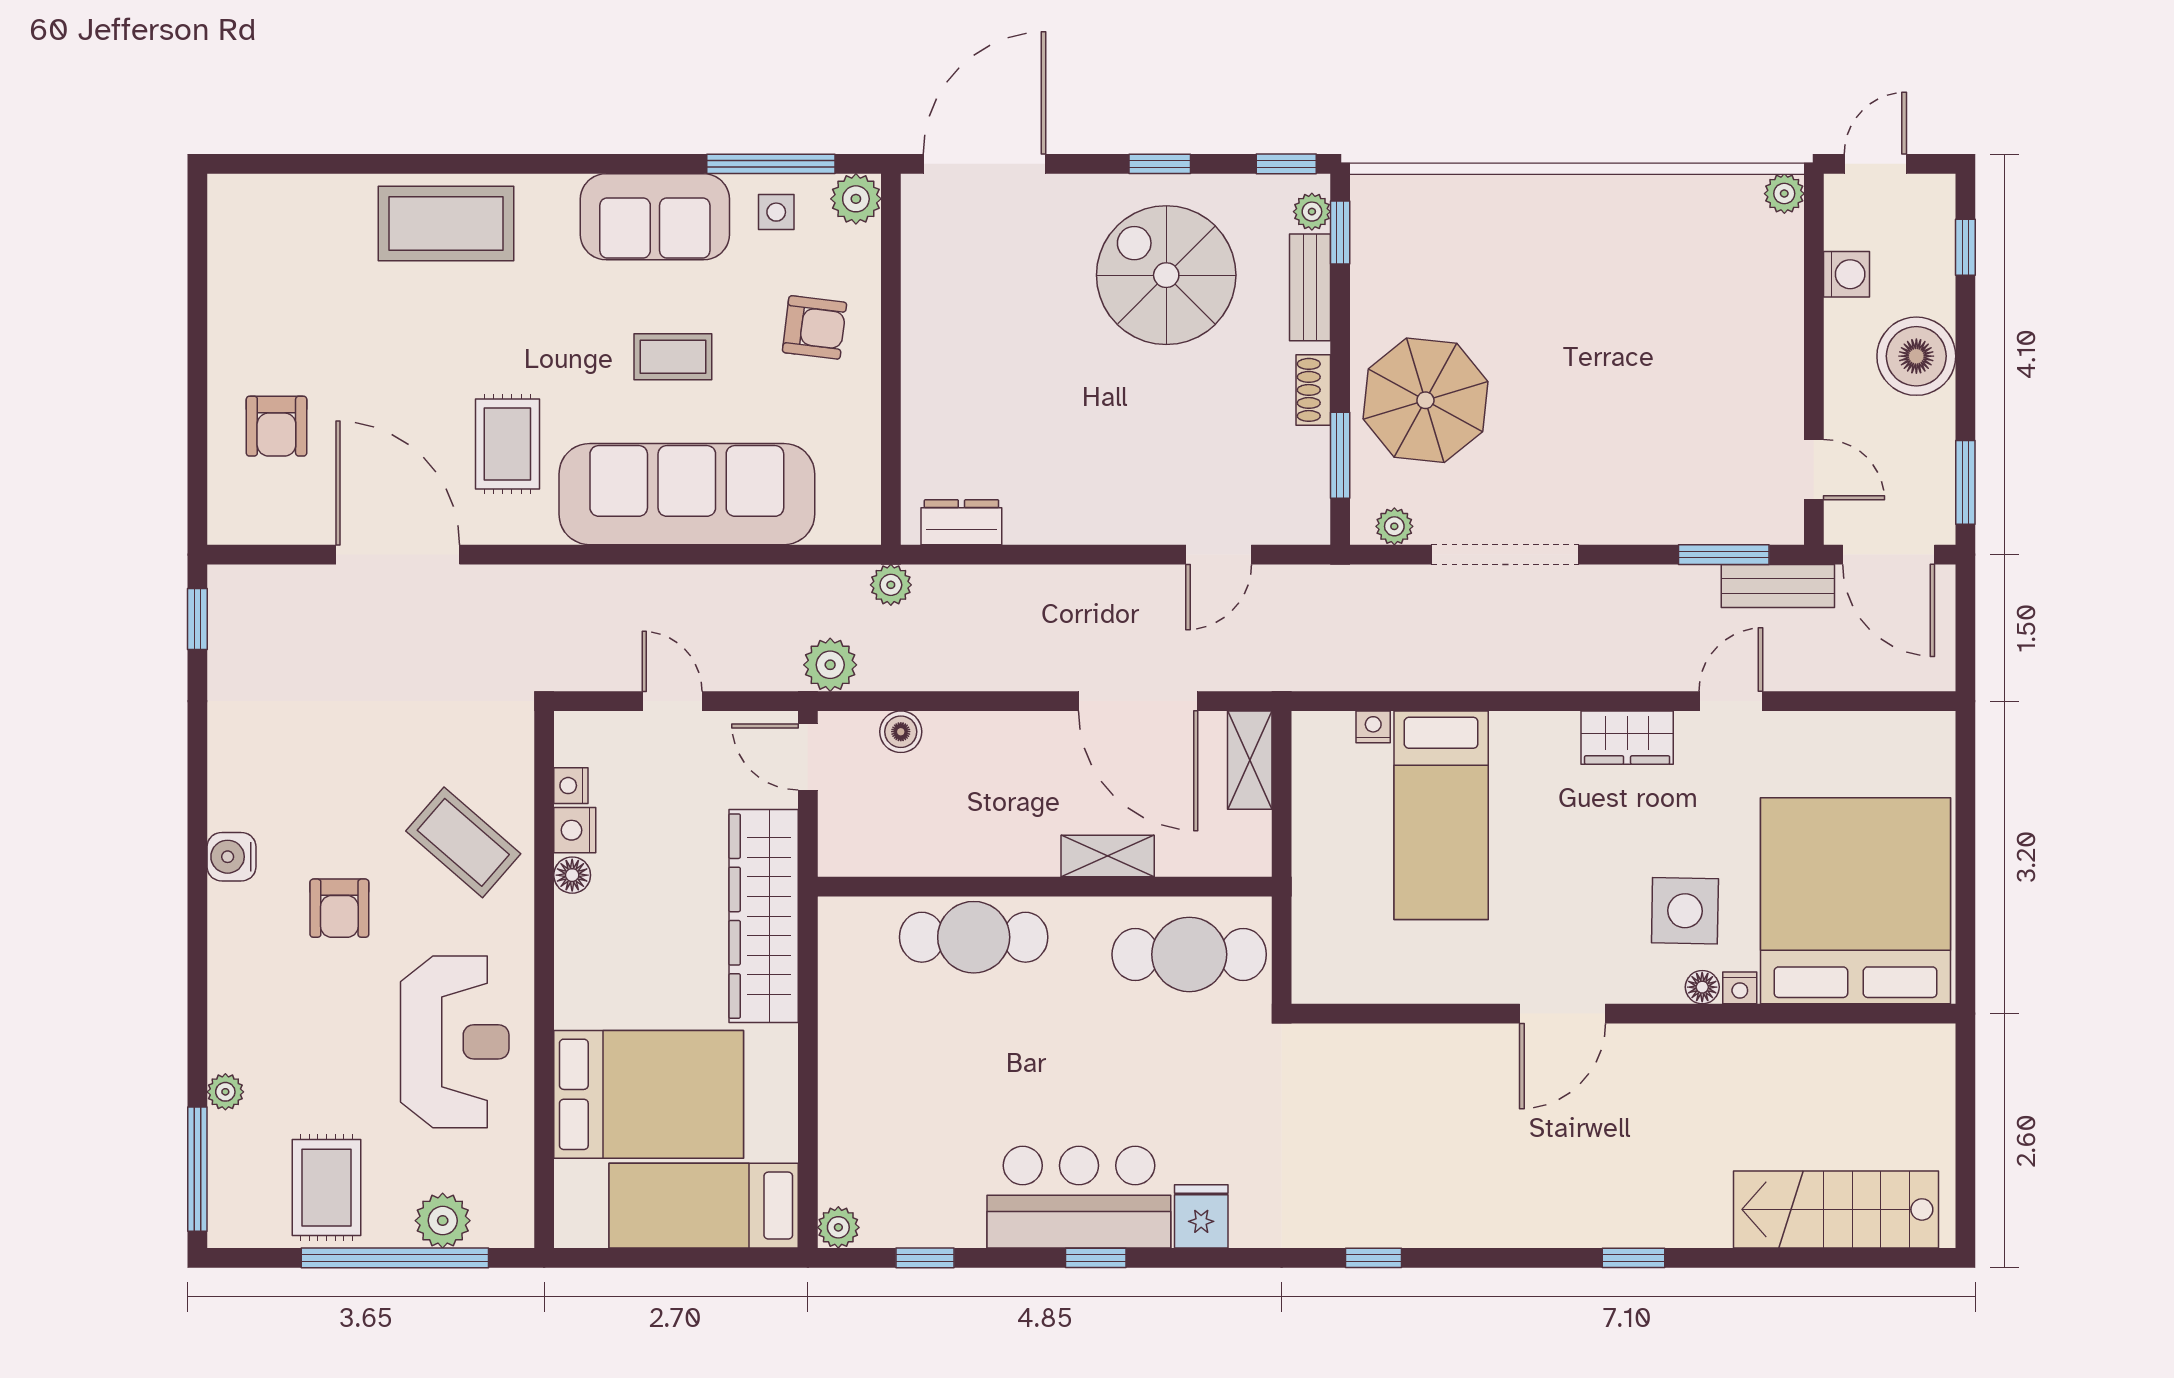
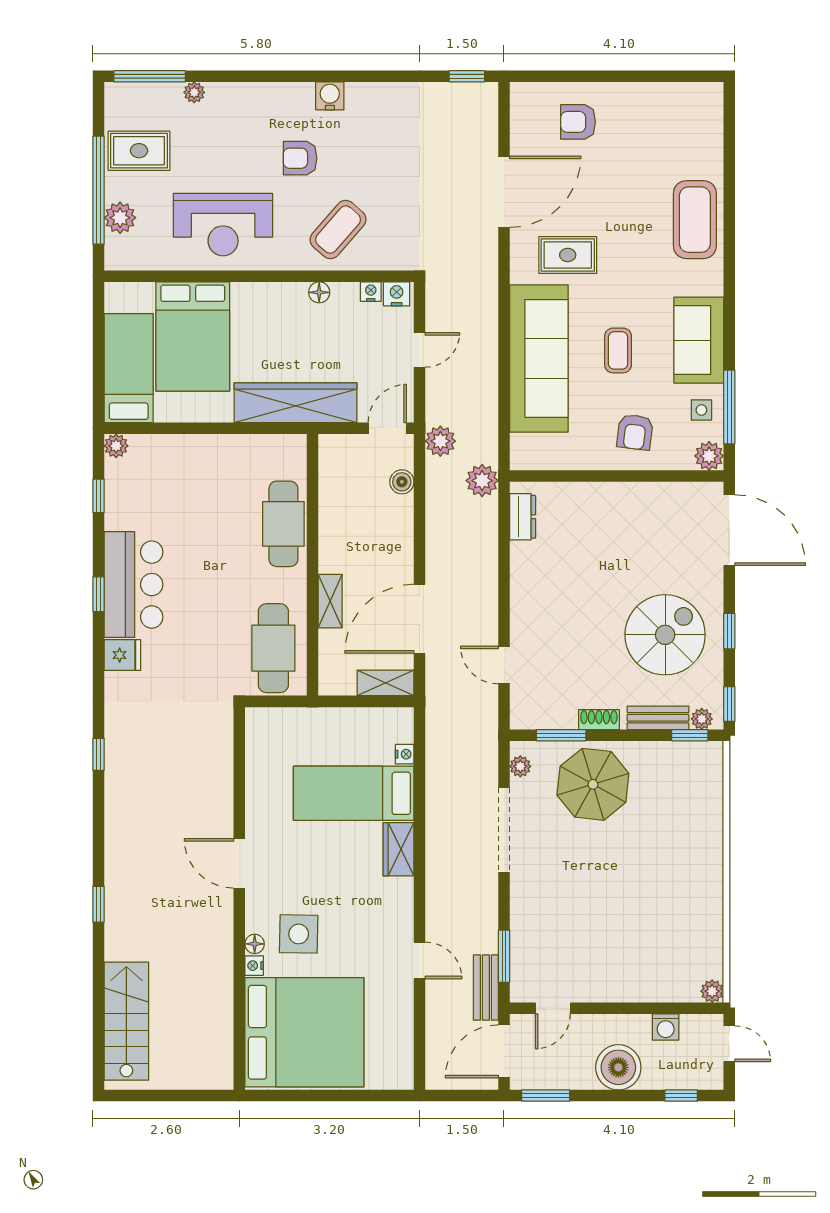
plant: (891, 585) -> (482, 481), width x1.38, depth x1.38
wardrobe: (1627, 738) -> (398, 849), moved
nightstand: (575, 830) -> (397, 294), moved

